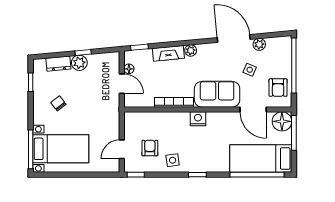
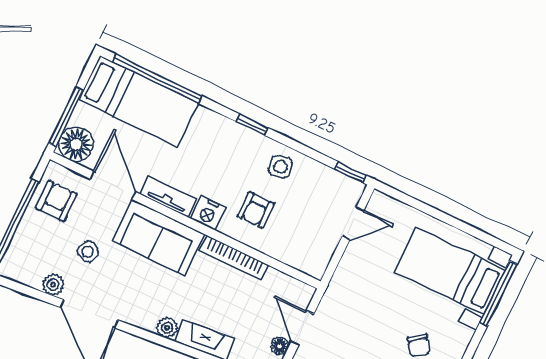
tv unit: (222, 118) -> (169, 197), added
armchair: (150, 148) -> (256, 210), moved

